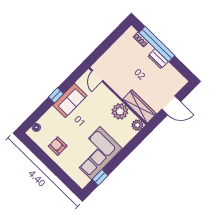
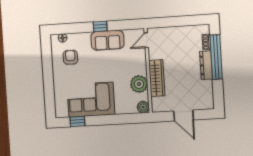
dresser: (158, 59) -> (206, 65), width x1.44
wardrobe: (139, 107) -> (157, 78), moved
armchair: (58, 146) -> (70, 57), moved

